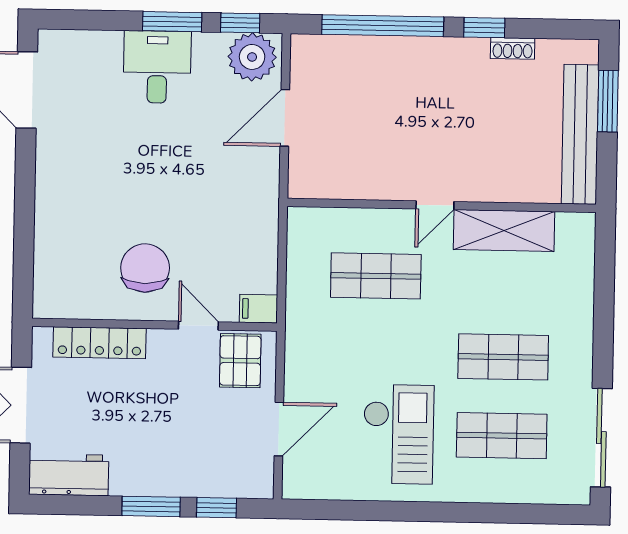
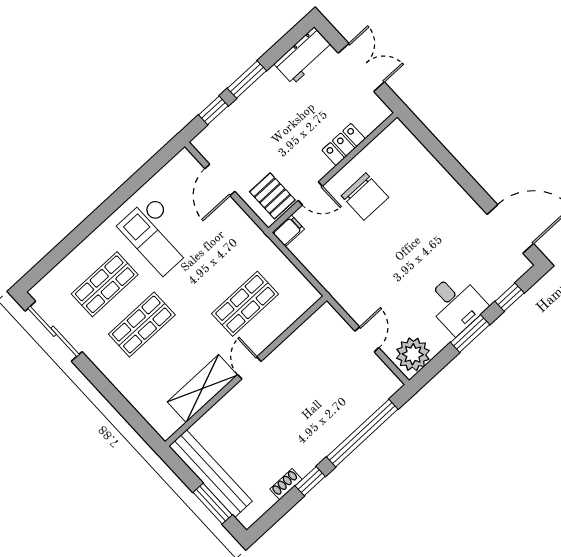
window: (240, 23) -> (510, 297), moved
door: (285, 118) -> (367, 339), width x0.73
locker: (100, 343) -> (344, 144), width x0.66

